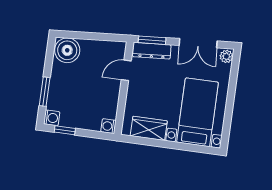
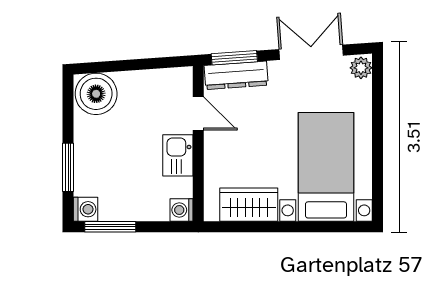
double door: (198, 43) -> (311, 52), swing flipped
door: (126, 70) -> (198, 114), swing flipped
kitchen sink: (111, 93) -> (178, 155), added
window: (65, 130) -> (110, 227), width x1.50

